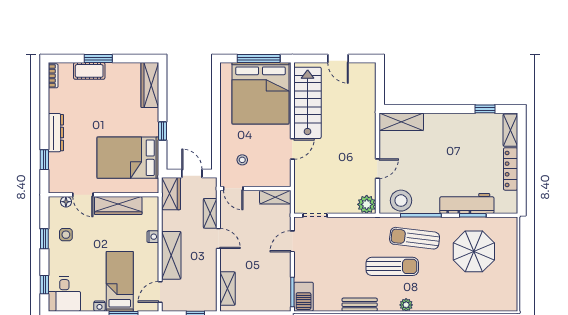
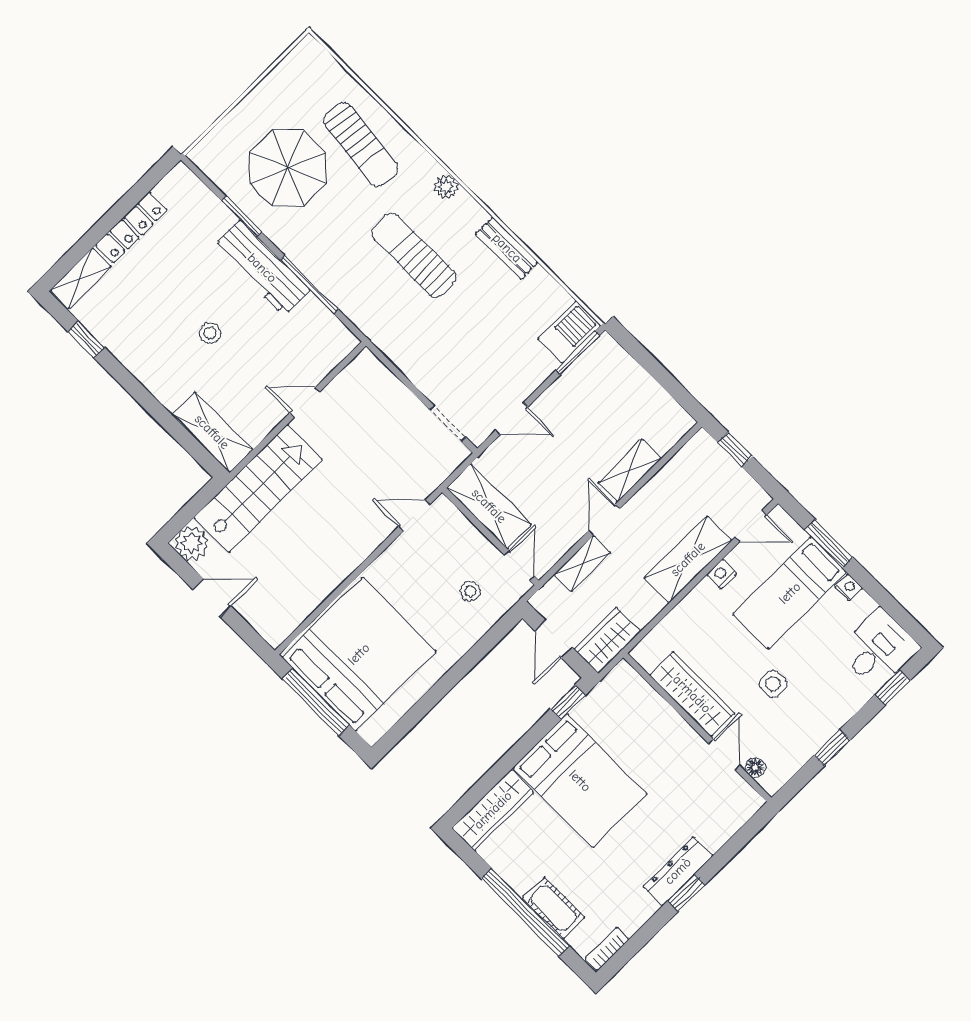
window: (98, 59) -> (525, 912), width x2.11
door: (338, 59) -> (212, 598), hinge flipped
stairs: (308, 103) -> (258, 488), moved, turned 180
window: (162, 131) -> (568, 702), moved
door: (292, 149) -> (414, 516), moved
bed: (128, 158) -> (580, 781), moved
window: (44, 160) -> (686, 893), moved
shelving: (275, 197) -> (489, 506), width x1.50, depth x1.33
stool: (401, 201) -> (210, 333), moved, width x0.53, depth x0.53
plant: (367, 204) -> (192, 543), moved
workbench: (467, 204) -> (262, 268), moved
side table: (66, 235) -> (773, 684), moved
nightstand: (153, 237) -> (722, 574), moved
sun lounger: (415, 238) -> (361, 144), moved
shelving: (228, 289) -> (630, 471), moved

